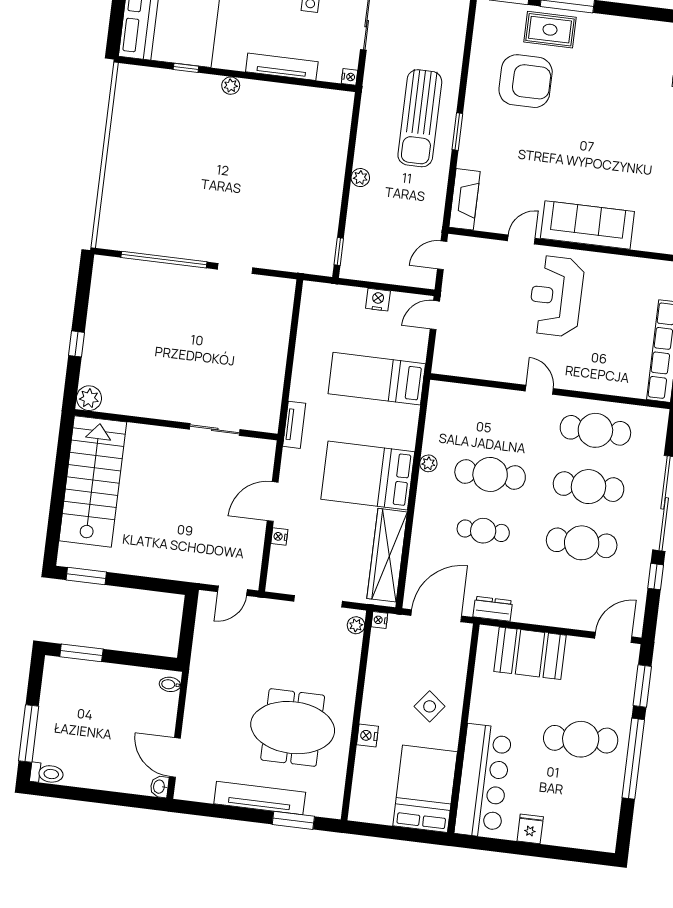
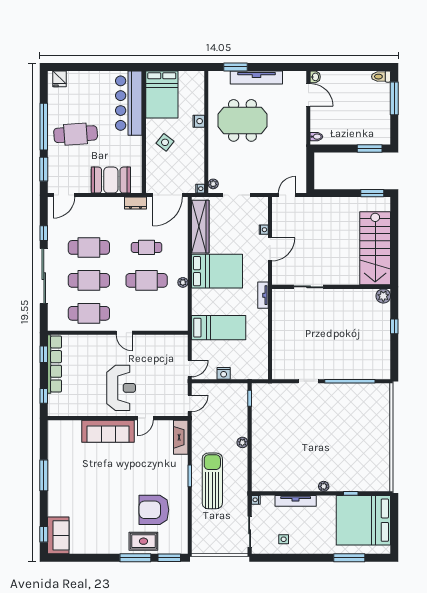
fridge: (530, 829) -> (59, 79), moved

